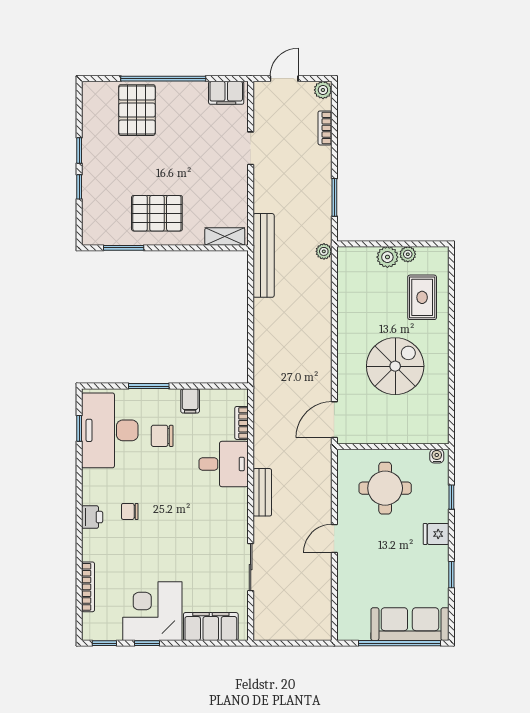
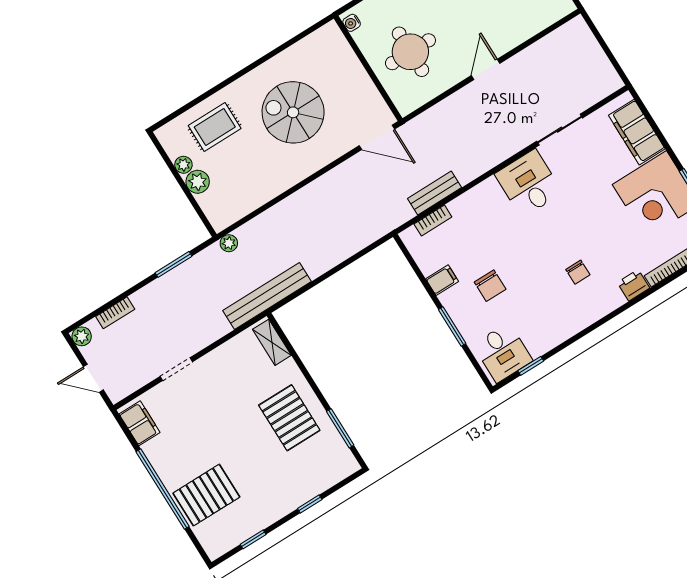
window: (79, 150) -> (253, 539), moved
desk: (110, 430) -> (503, 353), width x0.53, depth x0.77
desk: (224, 464) -> (529, 183), moved
bench: (262, 492) -> (434, 193), moved
printer: (92, 517) -> (633, 285), moved
door: (334, 539) -> (486, 69), swing flipped

